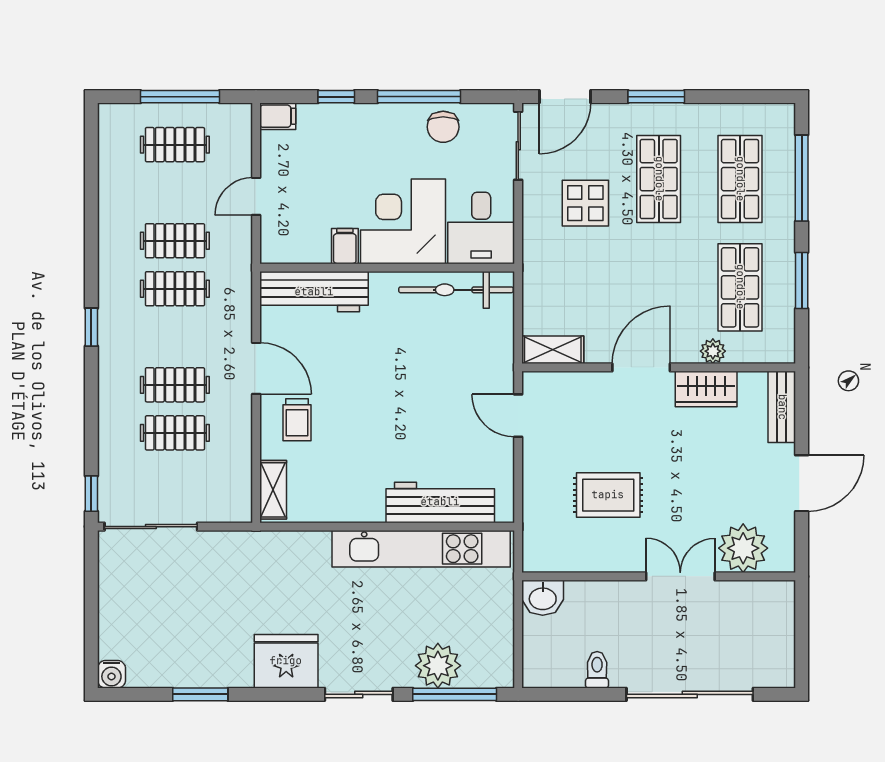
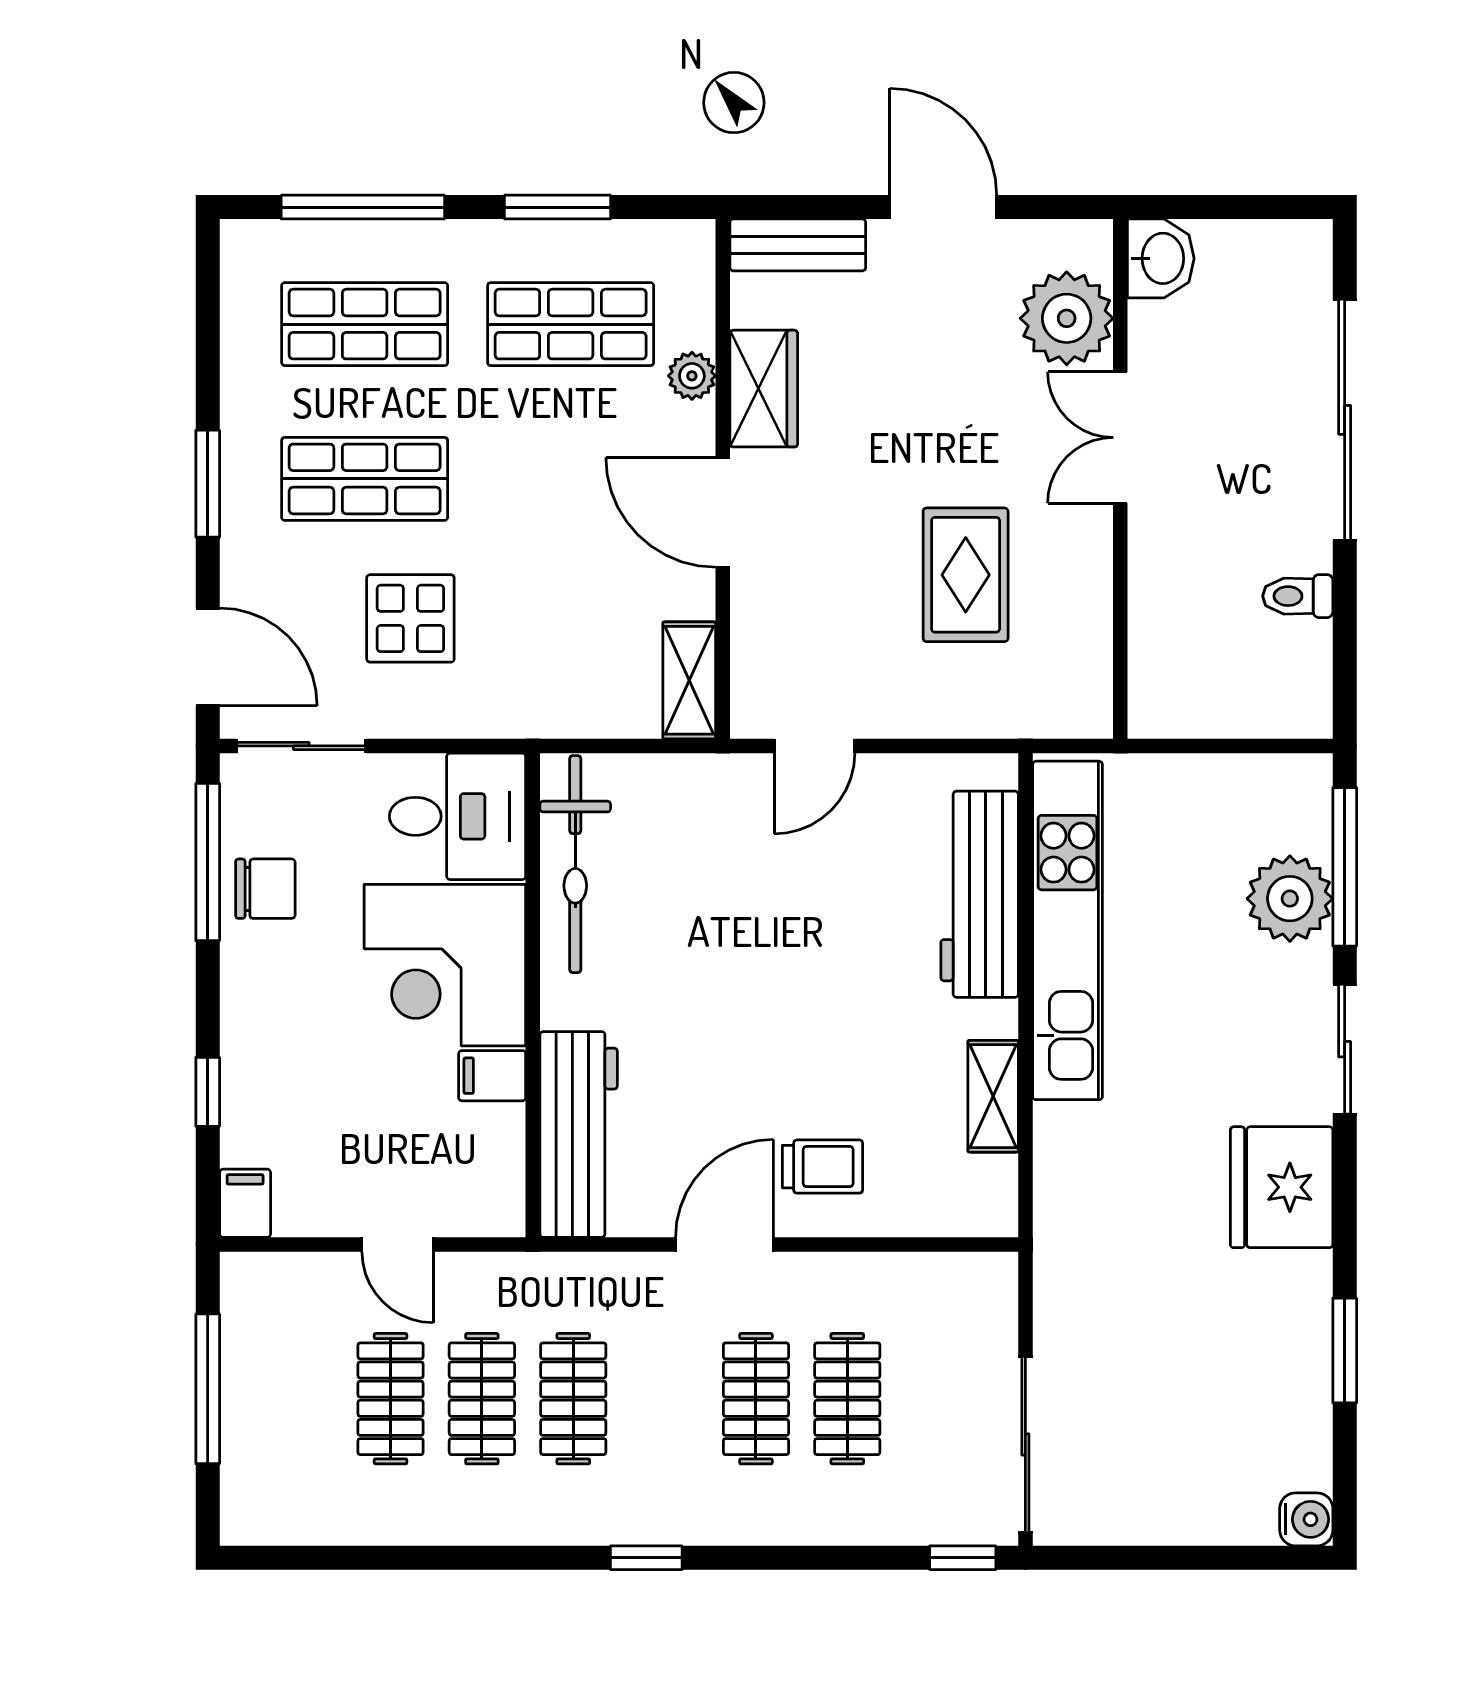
window: (419, 97) -> (208, 862), moved
clothes rail: (175, 145) -> (391, 1399), moved
shelving: (273, 490) -> (993, 1096), moved, turned 90
washbasin: (543, 598) -> (1161, 258), moved

